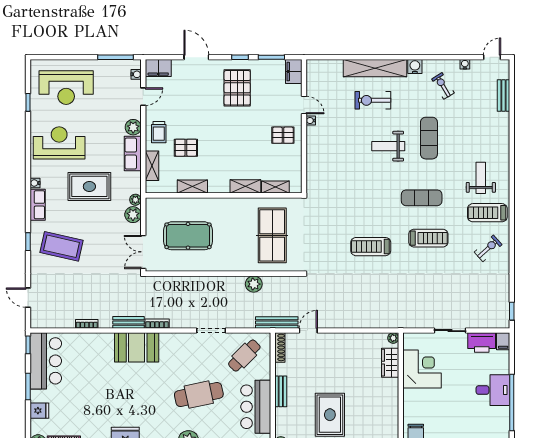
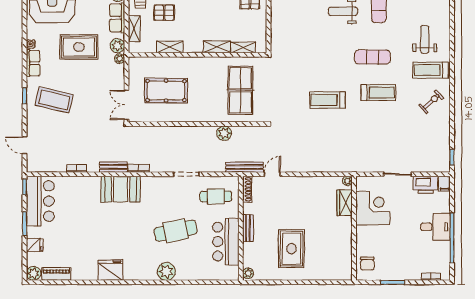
plant: (133, 215) -> (117, 46), moved
cafe table: (244, 356) -> (216, 196), turned 44

